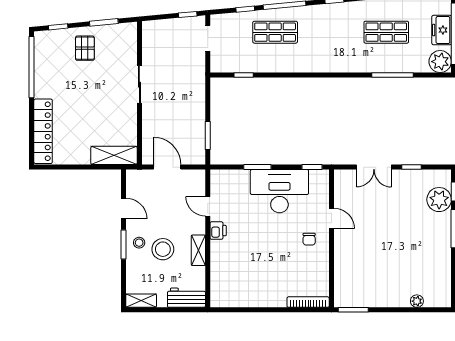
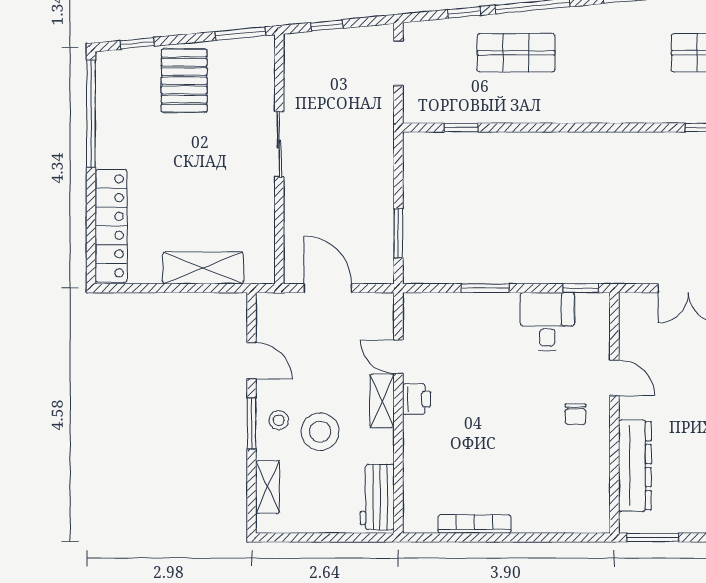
window: (188, 15) -> (327, 25), moved
window: (104, 22) -> (240, 34), moved
pallet: (85, 48) -> (184, 81), width x1.50, depth x1.42
shelving: (114, 155) -> (203, 268), moved
desk: (279, 191) -> (547, 322), width x0.53, depth x0.77
shelving: (198, 250) -> (382, 401), moved
dresser: (343, 269) -> (635, 466), added
workbench: (186, 298) -> (377, 497), moved, turned -90
shelving: (141, 301) -> (268, 487), moved, turned 90
bookcase: (308, 302) -> (474, 524), moved

